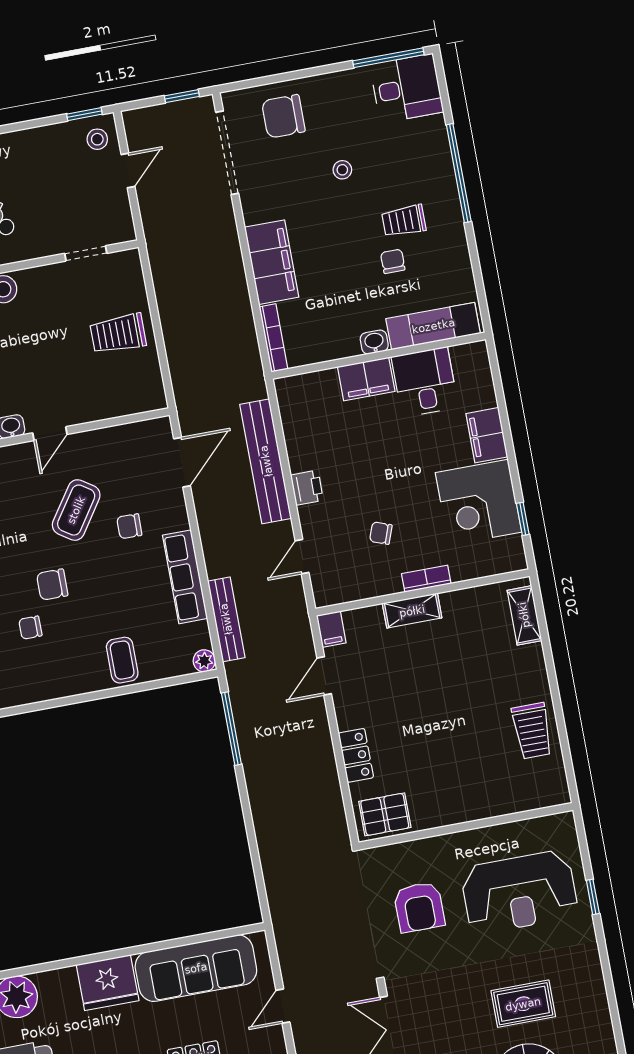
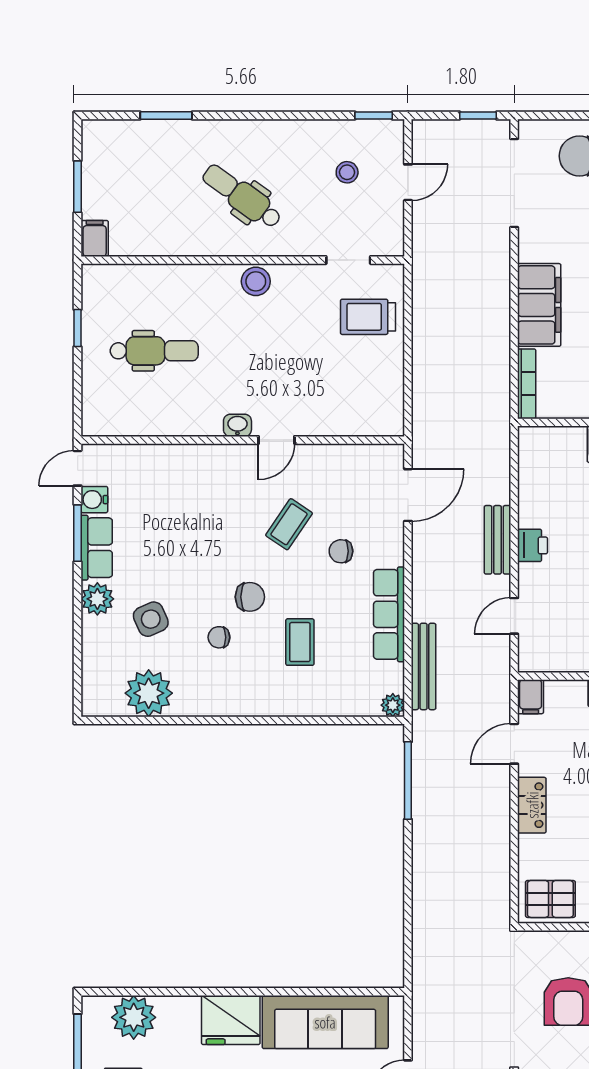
stool: (97, 139) -> (347, 172), moved
trolley: (118, 334) -> (368, 317), moved
bench: (266, 461) -> (497, 540), width x0.54, depth x0.82
coffee table: (76, 510) -> (289, 524), width x0.73, depth x0.77
chair: (52, 585) -> (250, 597), turned 180
coffee table: (122, 660) -> (300, 642), moved
locker: (356, 755) -> (532, 805), moved

